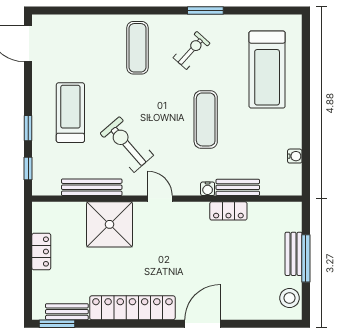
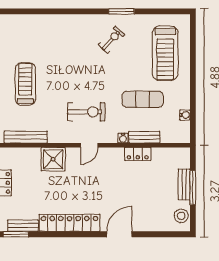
exercise mat: (138, 48) -> (73, 38), removed
exercise mat: (206, 119) -> (143, 99), moved, turned 90
exercise bike: (127, 144) -> (86, 112), moved, turned 131
bench: (92, 187) -> (26, 137), moved
door: (160, 199) -> (89, 145), swing flipped
shower: (110, 224) -> (53, 159), width x0.73, depth x0.73

